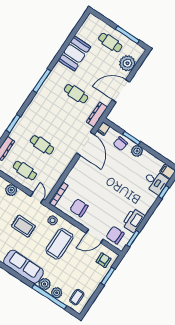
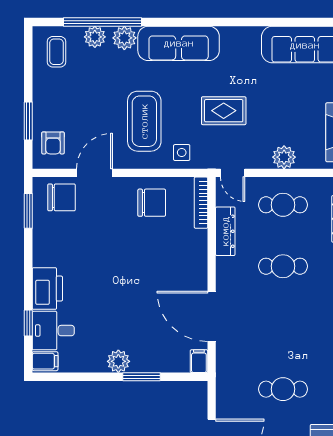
dresser: (97, 115) -> (225, 231), moved
chair: (120, 144) -> (154, 355), removed
printer: (133, 220) -> (47, 289), moved

